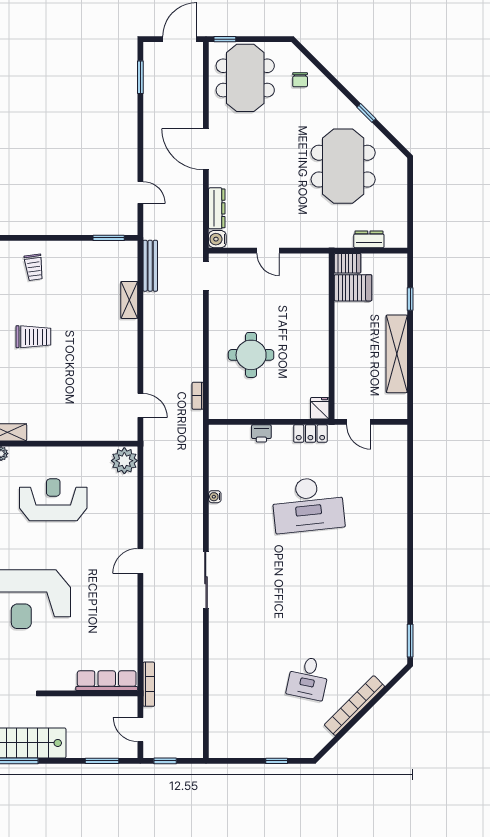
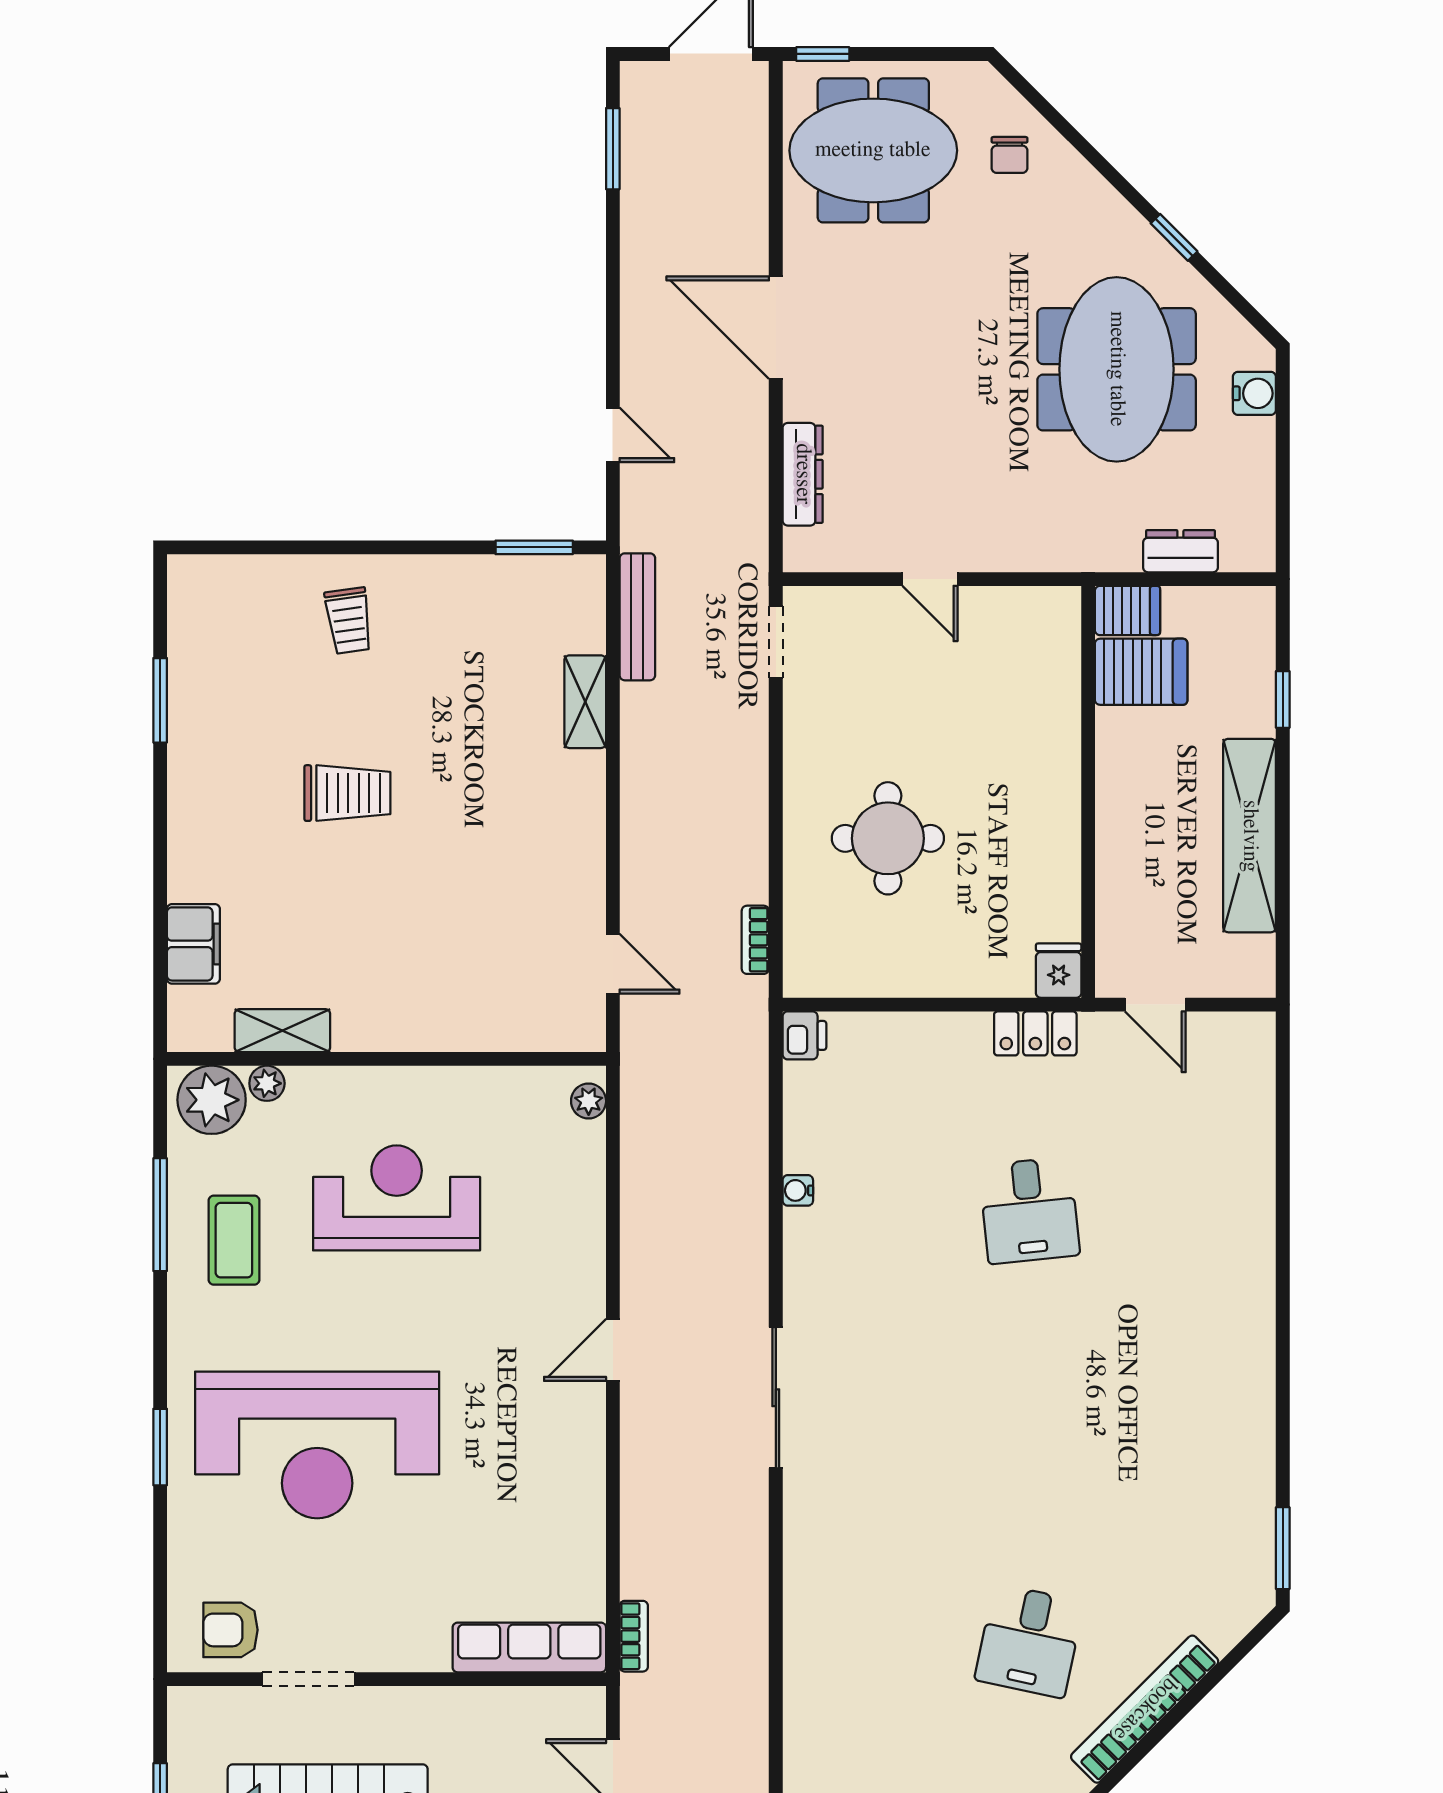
meeting table: (245, 78) -> (873, 150), turned 90
water cooler: (217, 239) -> (1254, 393), moved, turned 180
printer: (261, 433) -> (804, 1035), moved, turned -90
plant: (124, 461) -> (589, 1101), width x0.53, depth x0.53
desk: (308, 505) -> (1029, 1210), width x0.53, depth x0.77
bookcase: (149, 684) -> (634, 1636), width x0.64

